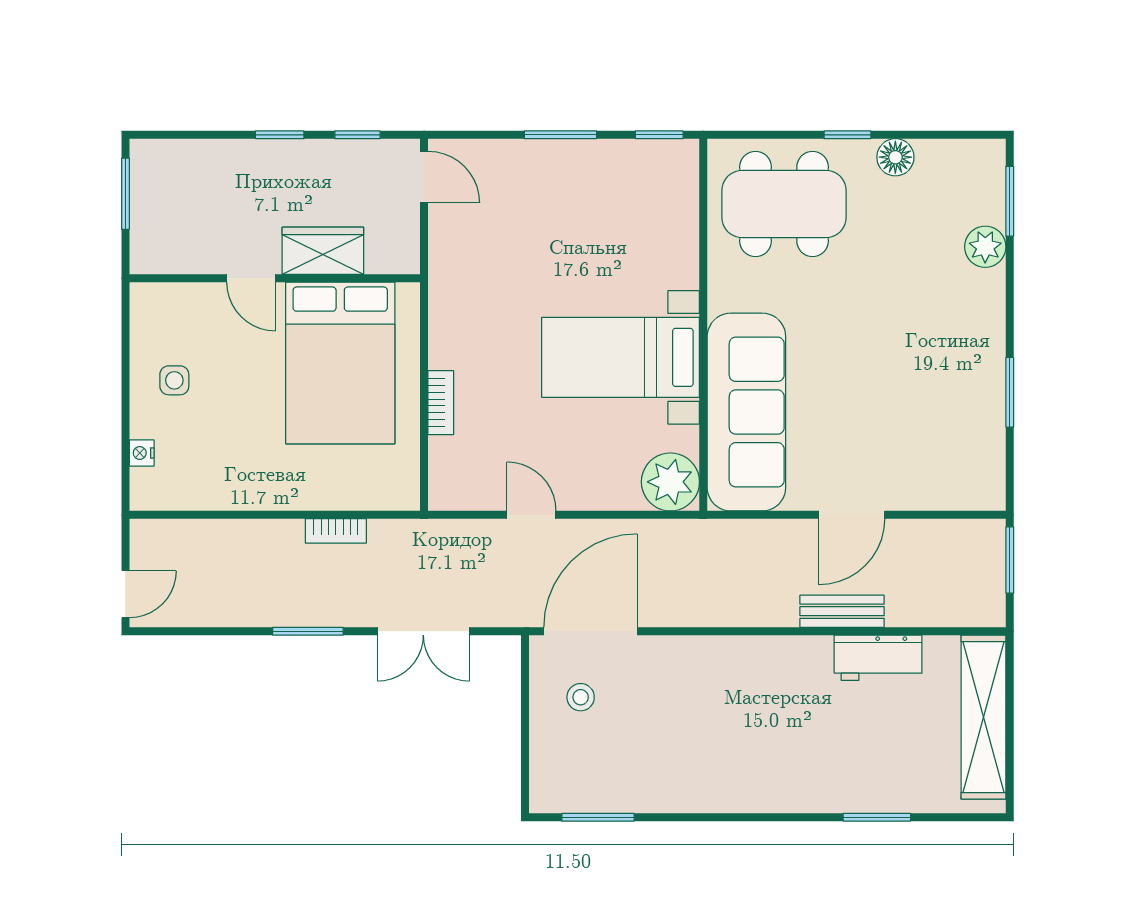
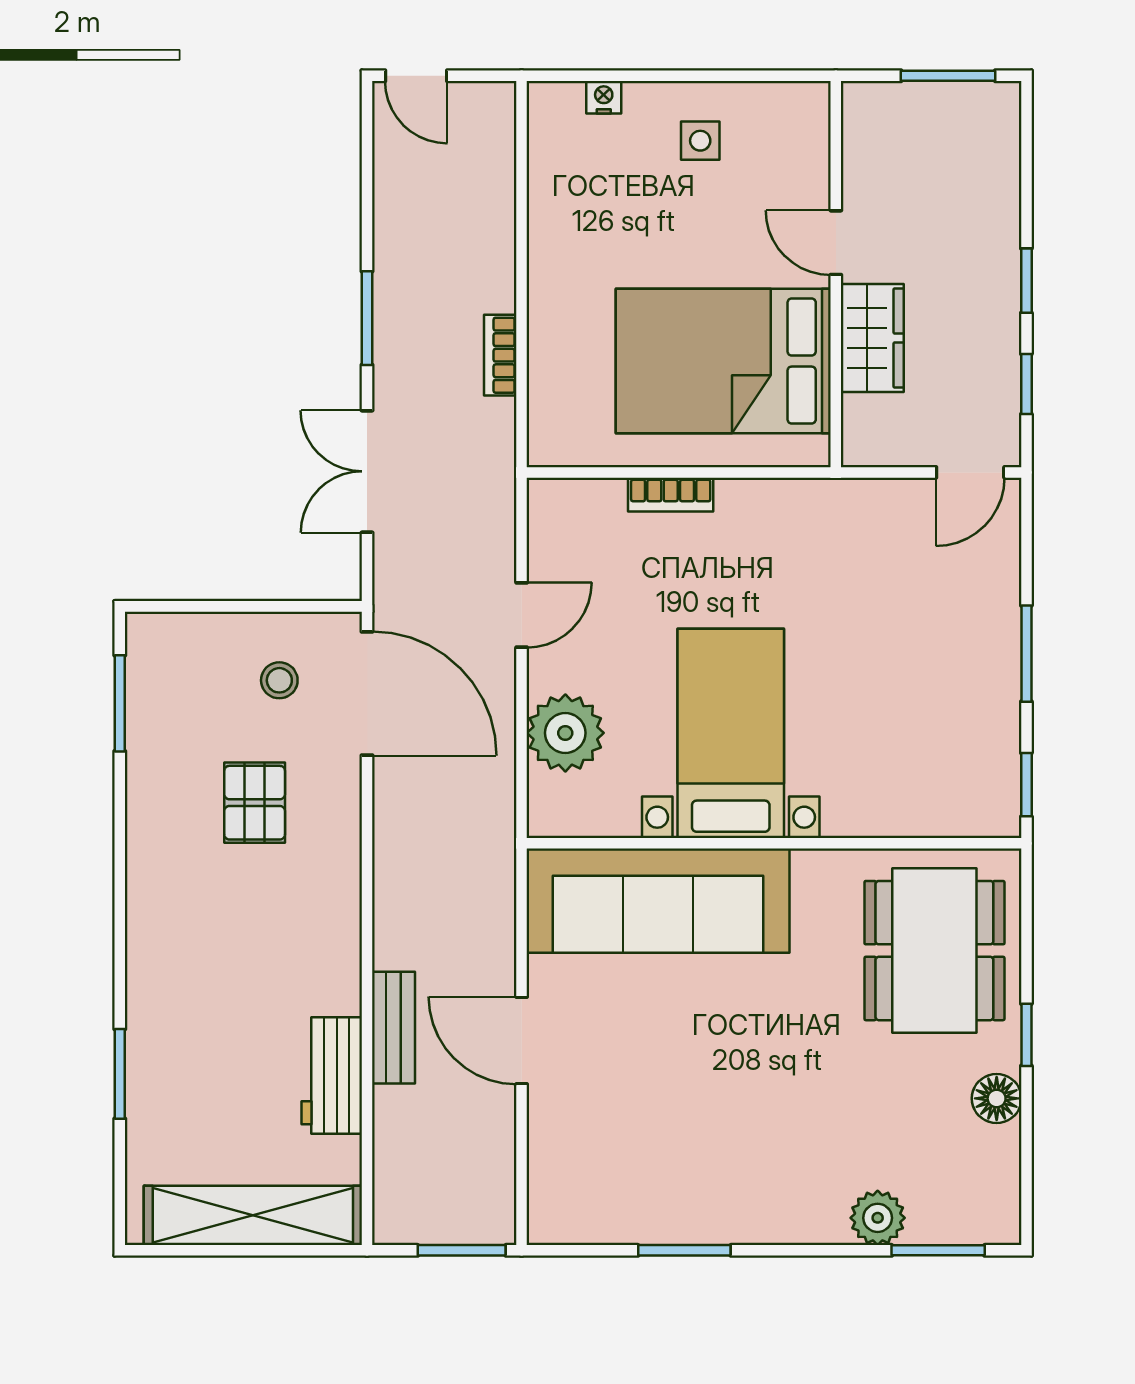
door: (251, 278) -> (836, 243), hinge flipped
plant: (670, 482) -> (565, 733), moved
pallet: (673, 716) -> (255, 803), added

